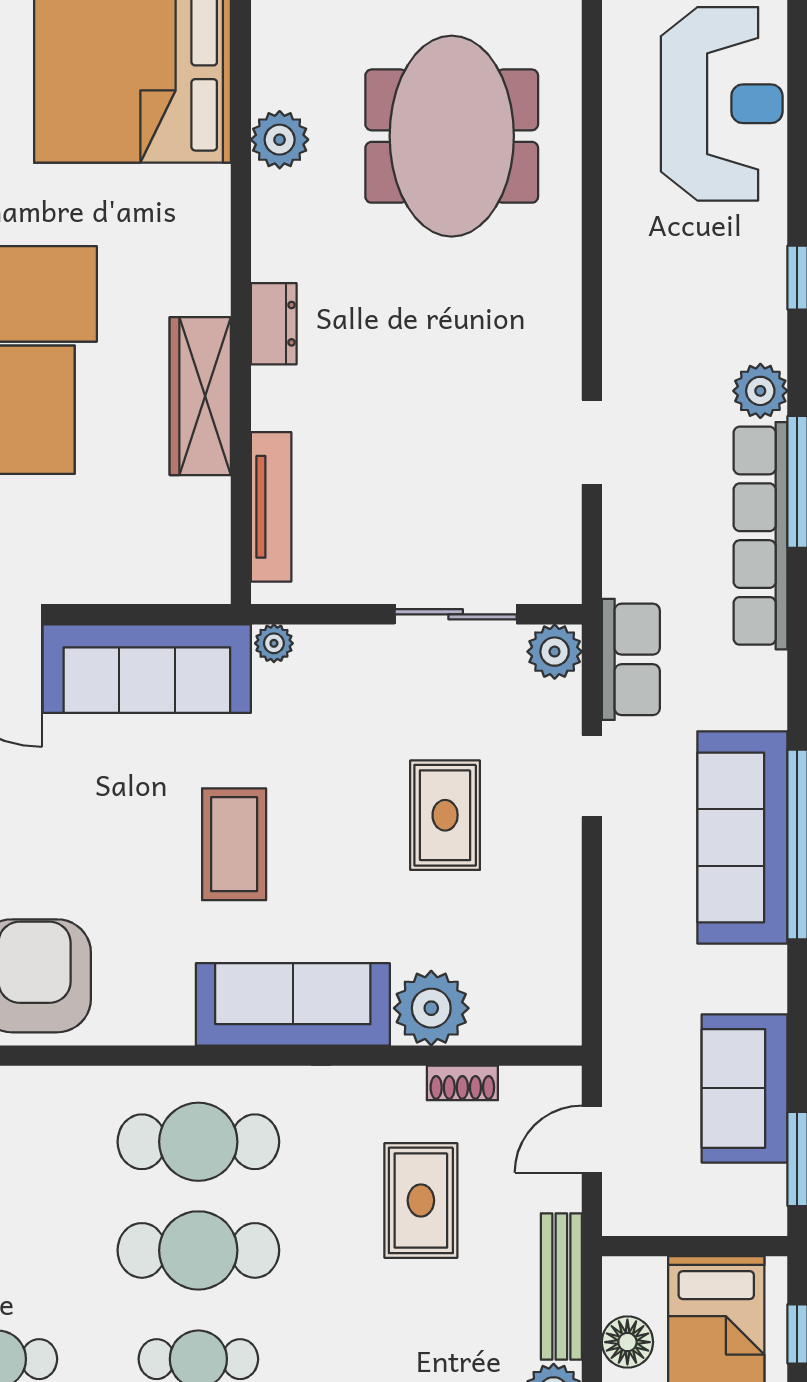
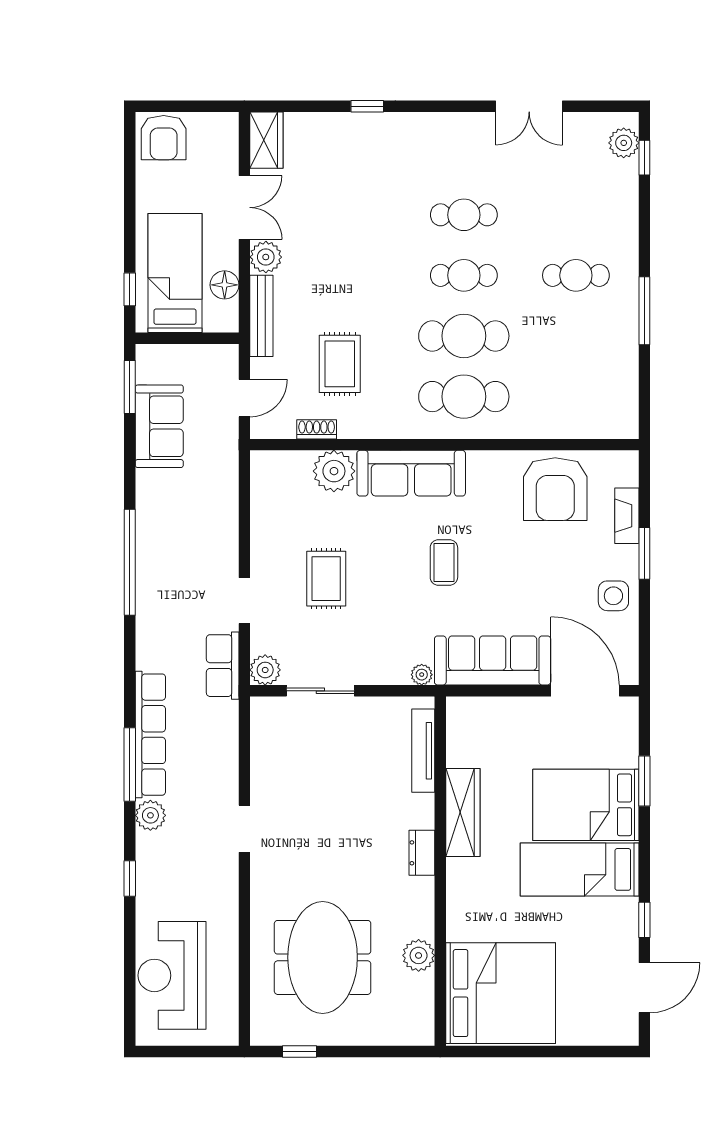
doorway: (592, 442) -> (244, 829), moved
sofa: (742, 837) -> (160, 566), removed
coffee table: (234, 844) -> (444, 562), width x0.73, depth x0.77

